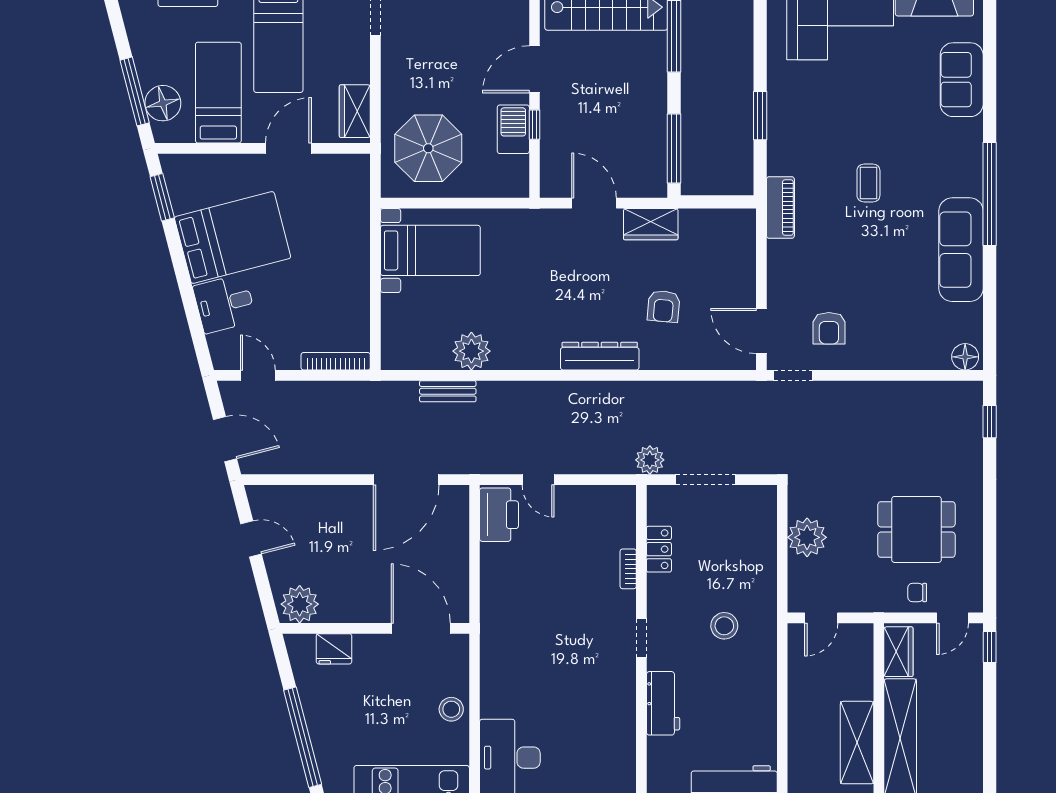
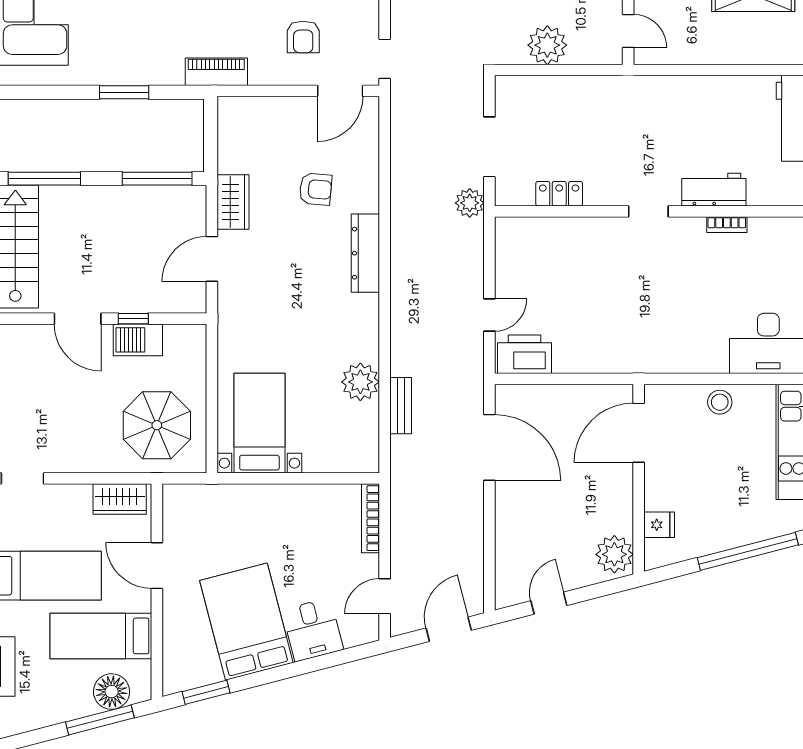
armchair: (829, 328) -> (303, 37), moved, turned 90
bookcase: (628, 569) -> (727, 225), moved
stool: (724, 626) -> (636, 128), removed
fridge: (334, 649) -> (659, 525), width x0.72

